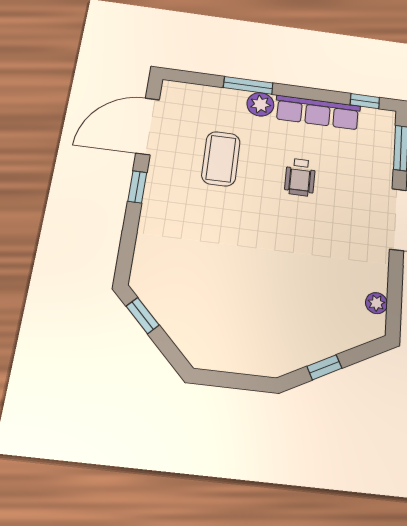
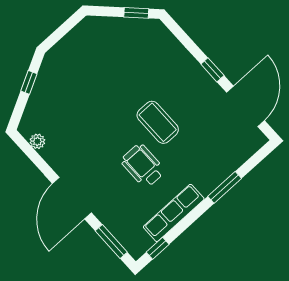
plant: (260, 104) -> (207, 184), removed
coffee table: (221, 159) -> (158, 122), moved
wheelchair: (300, 177) -> (143, 166), width x1.36, depth x1.37

